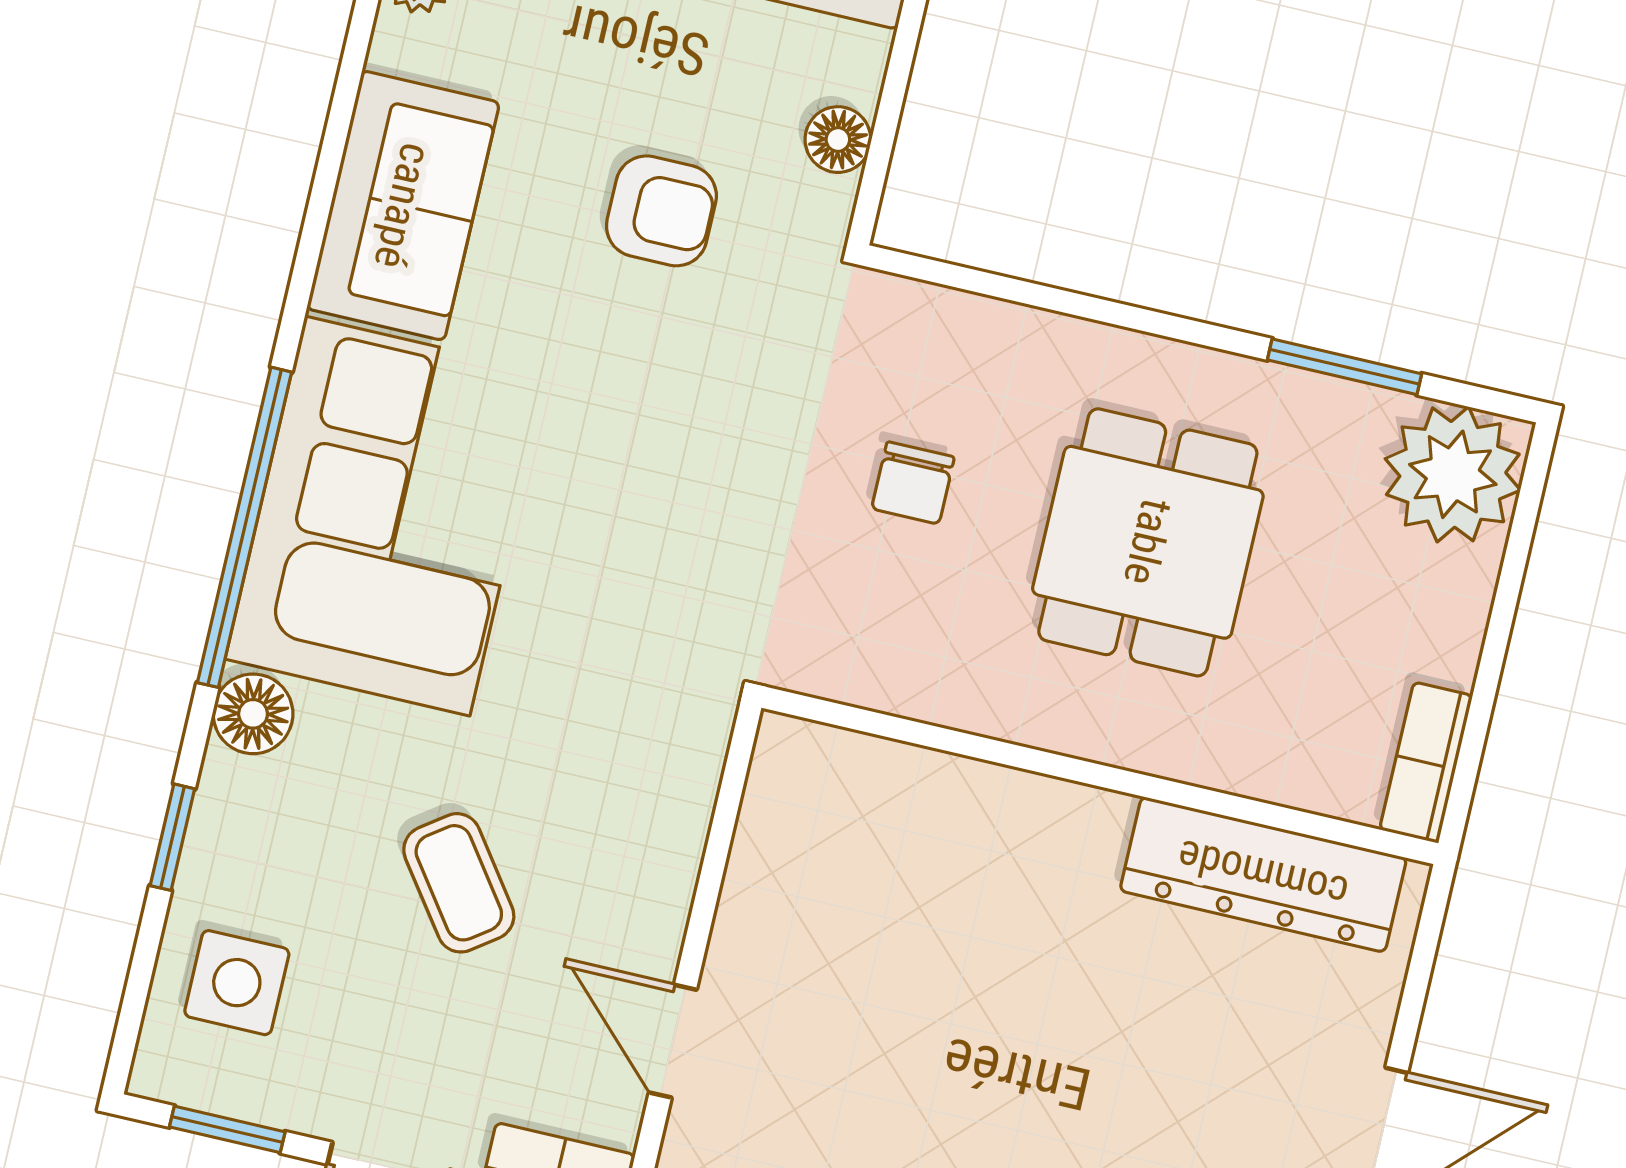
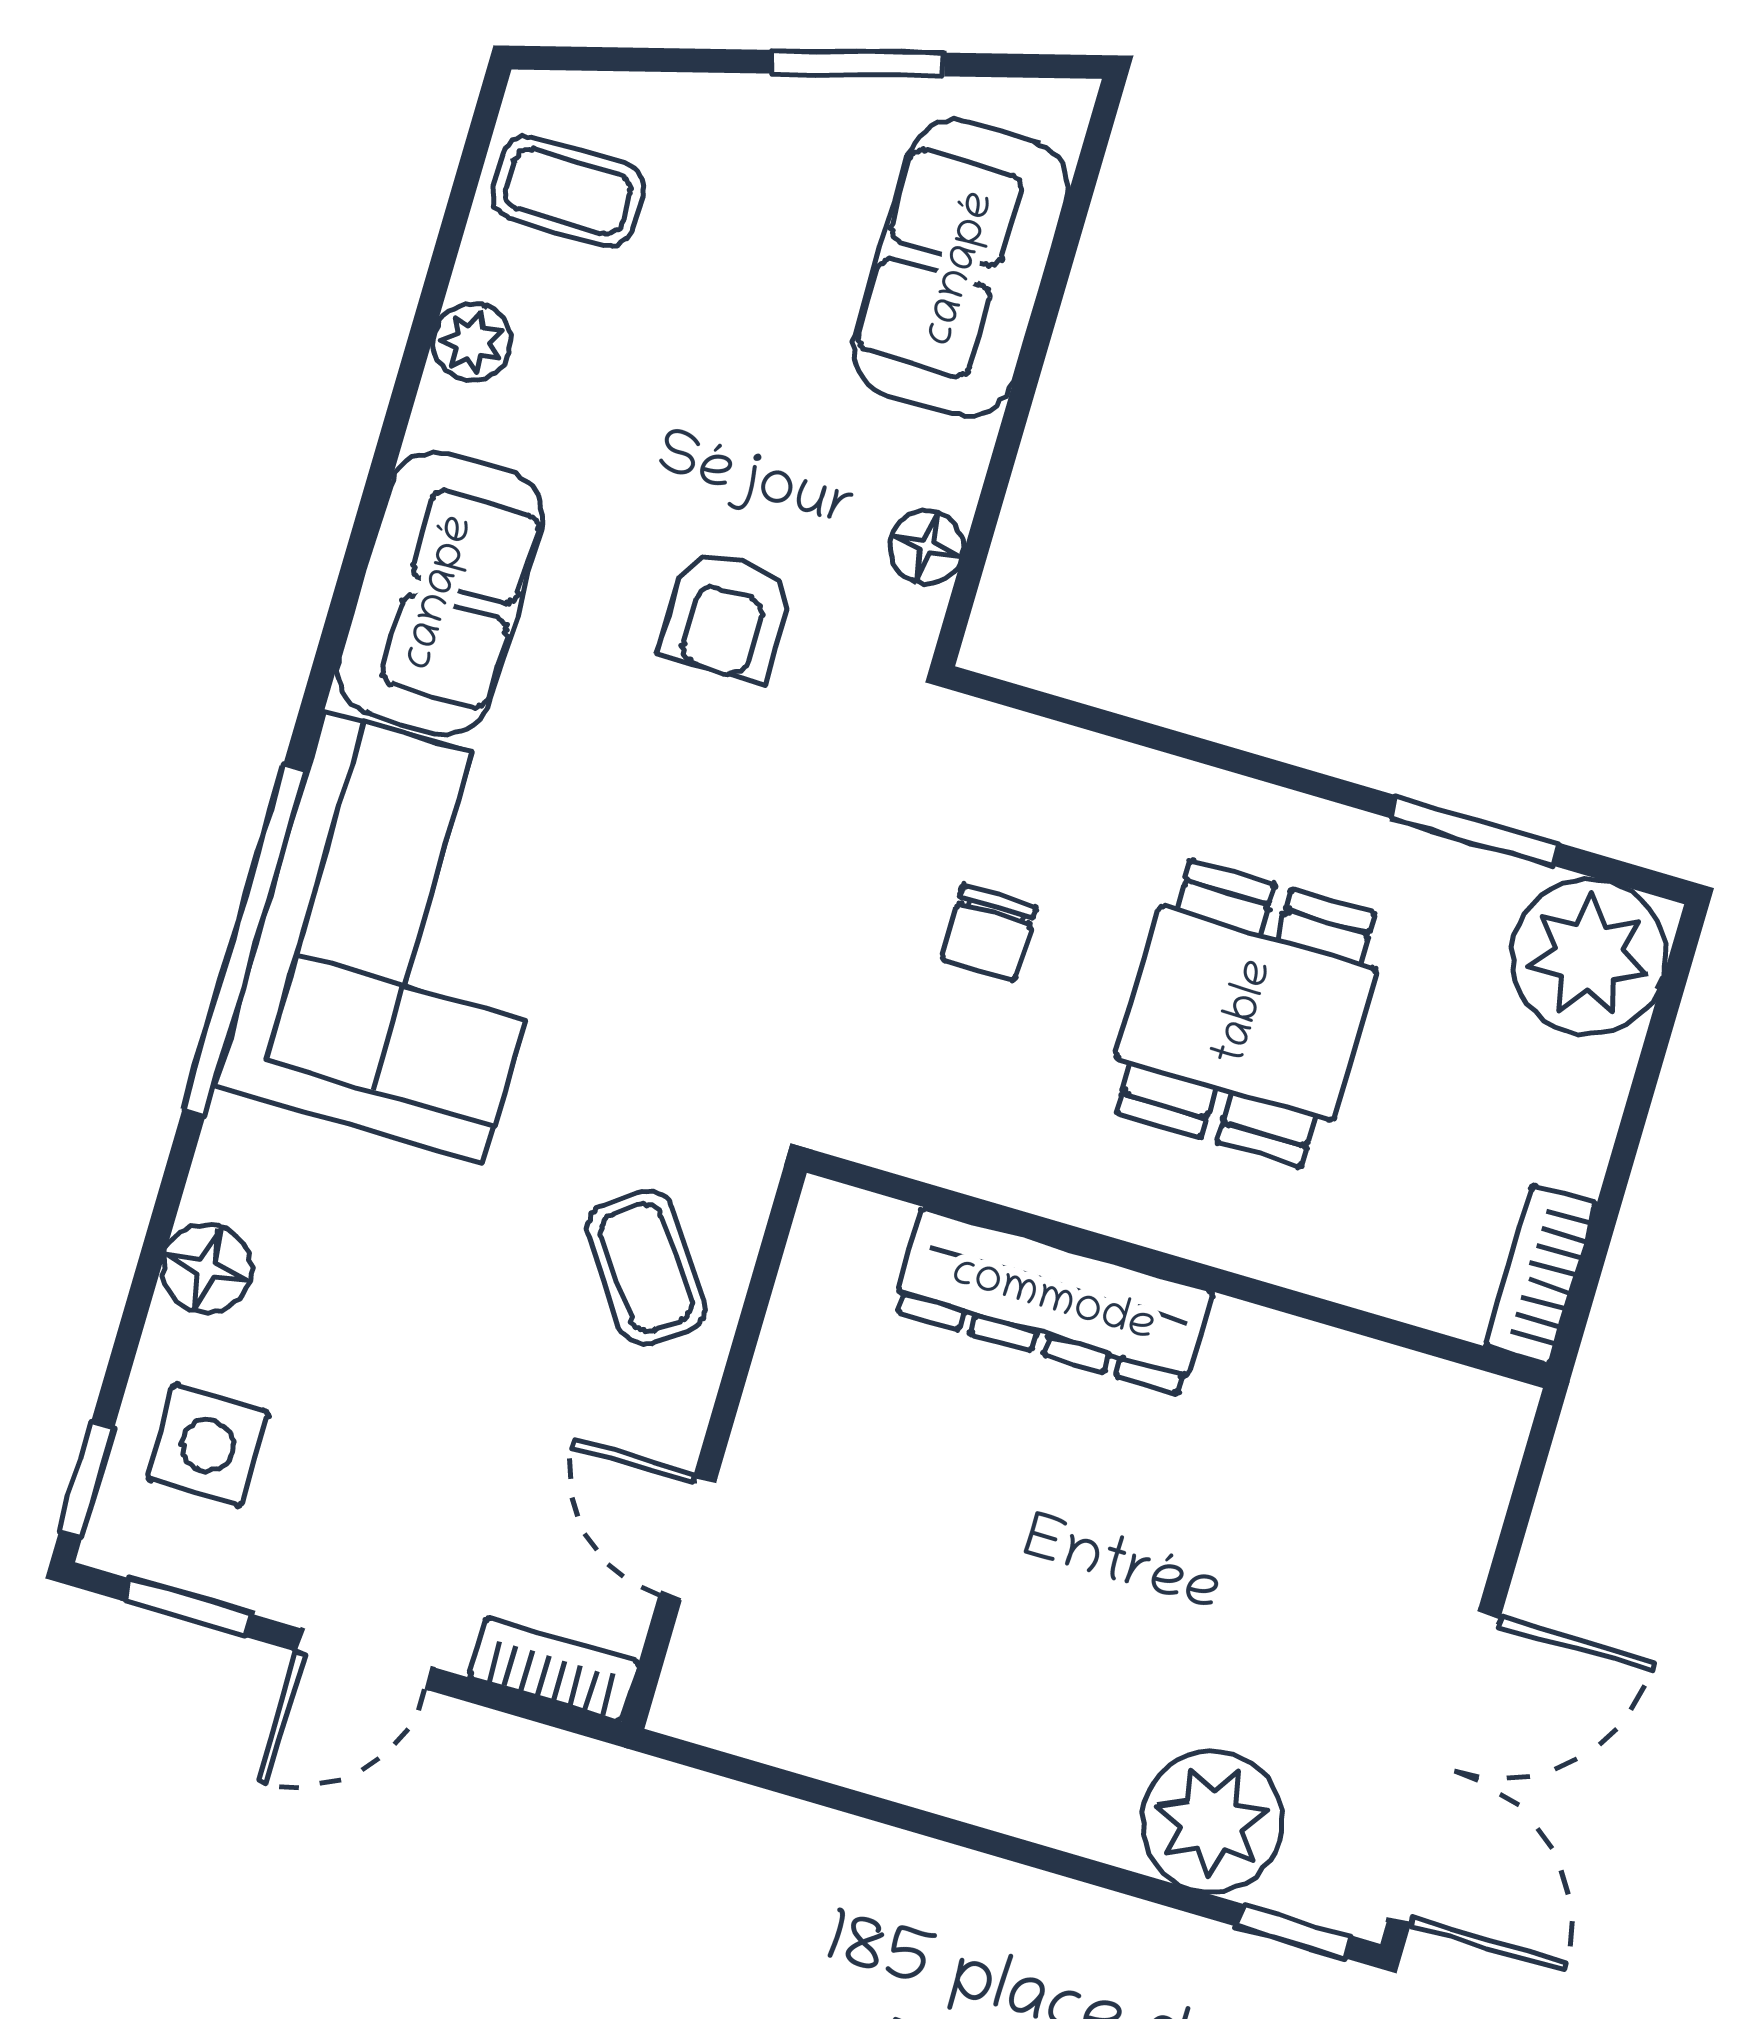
armchair: (661, 211) -> (727, 615), turned 90
floor lamp: (253, 714) -> (207, 1268), moved
window: (172, 837) -> (87, 1480), moved
dresser: (1263, 874) -> (1053, 1301), moved
coffee table: (459, 883) -> (646, 1268), moved

